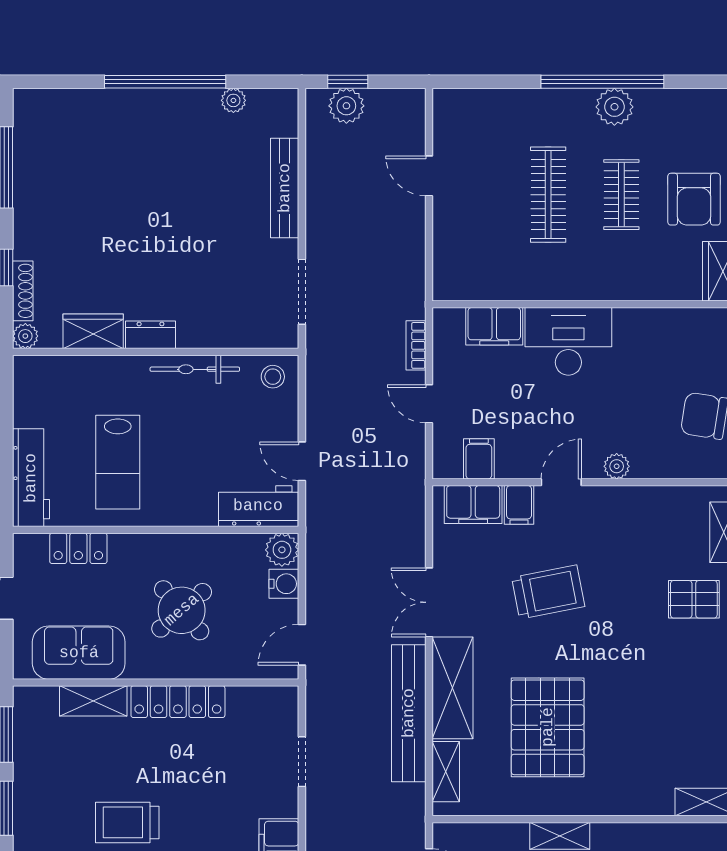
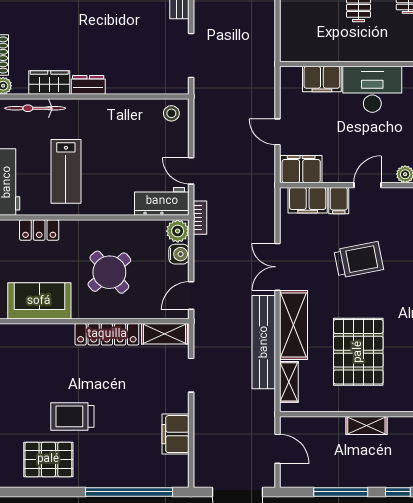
bookcase: (416, 345) -> (200, 218), moved, turned 180
bicycle: (195, 369) -> (35, 108), moved
filing cabinet: (479, 459) -> (301, 169), width x2.00
shelving: (93, 701) -> (164, 334), moved

